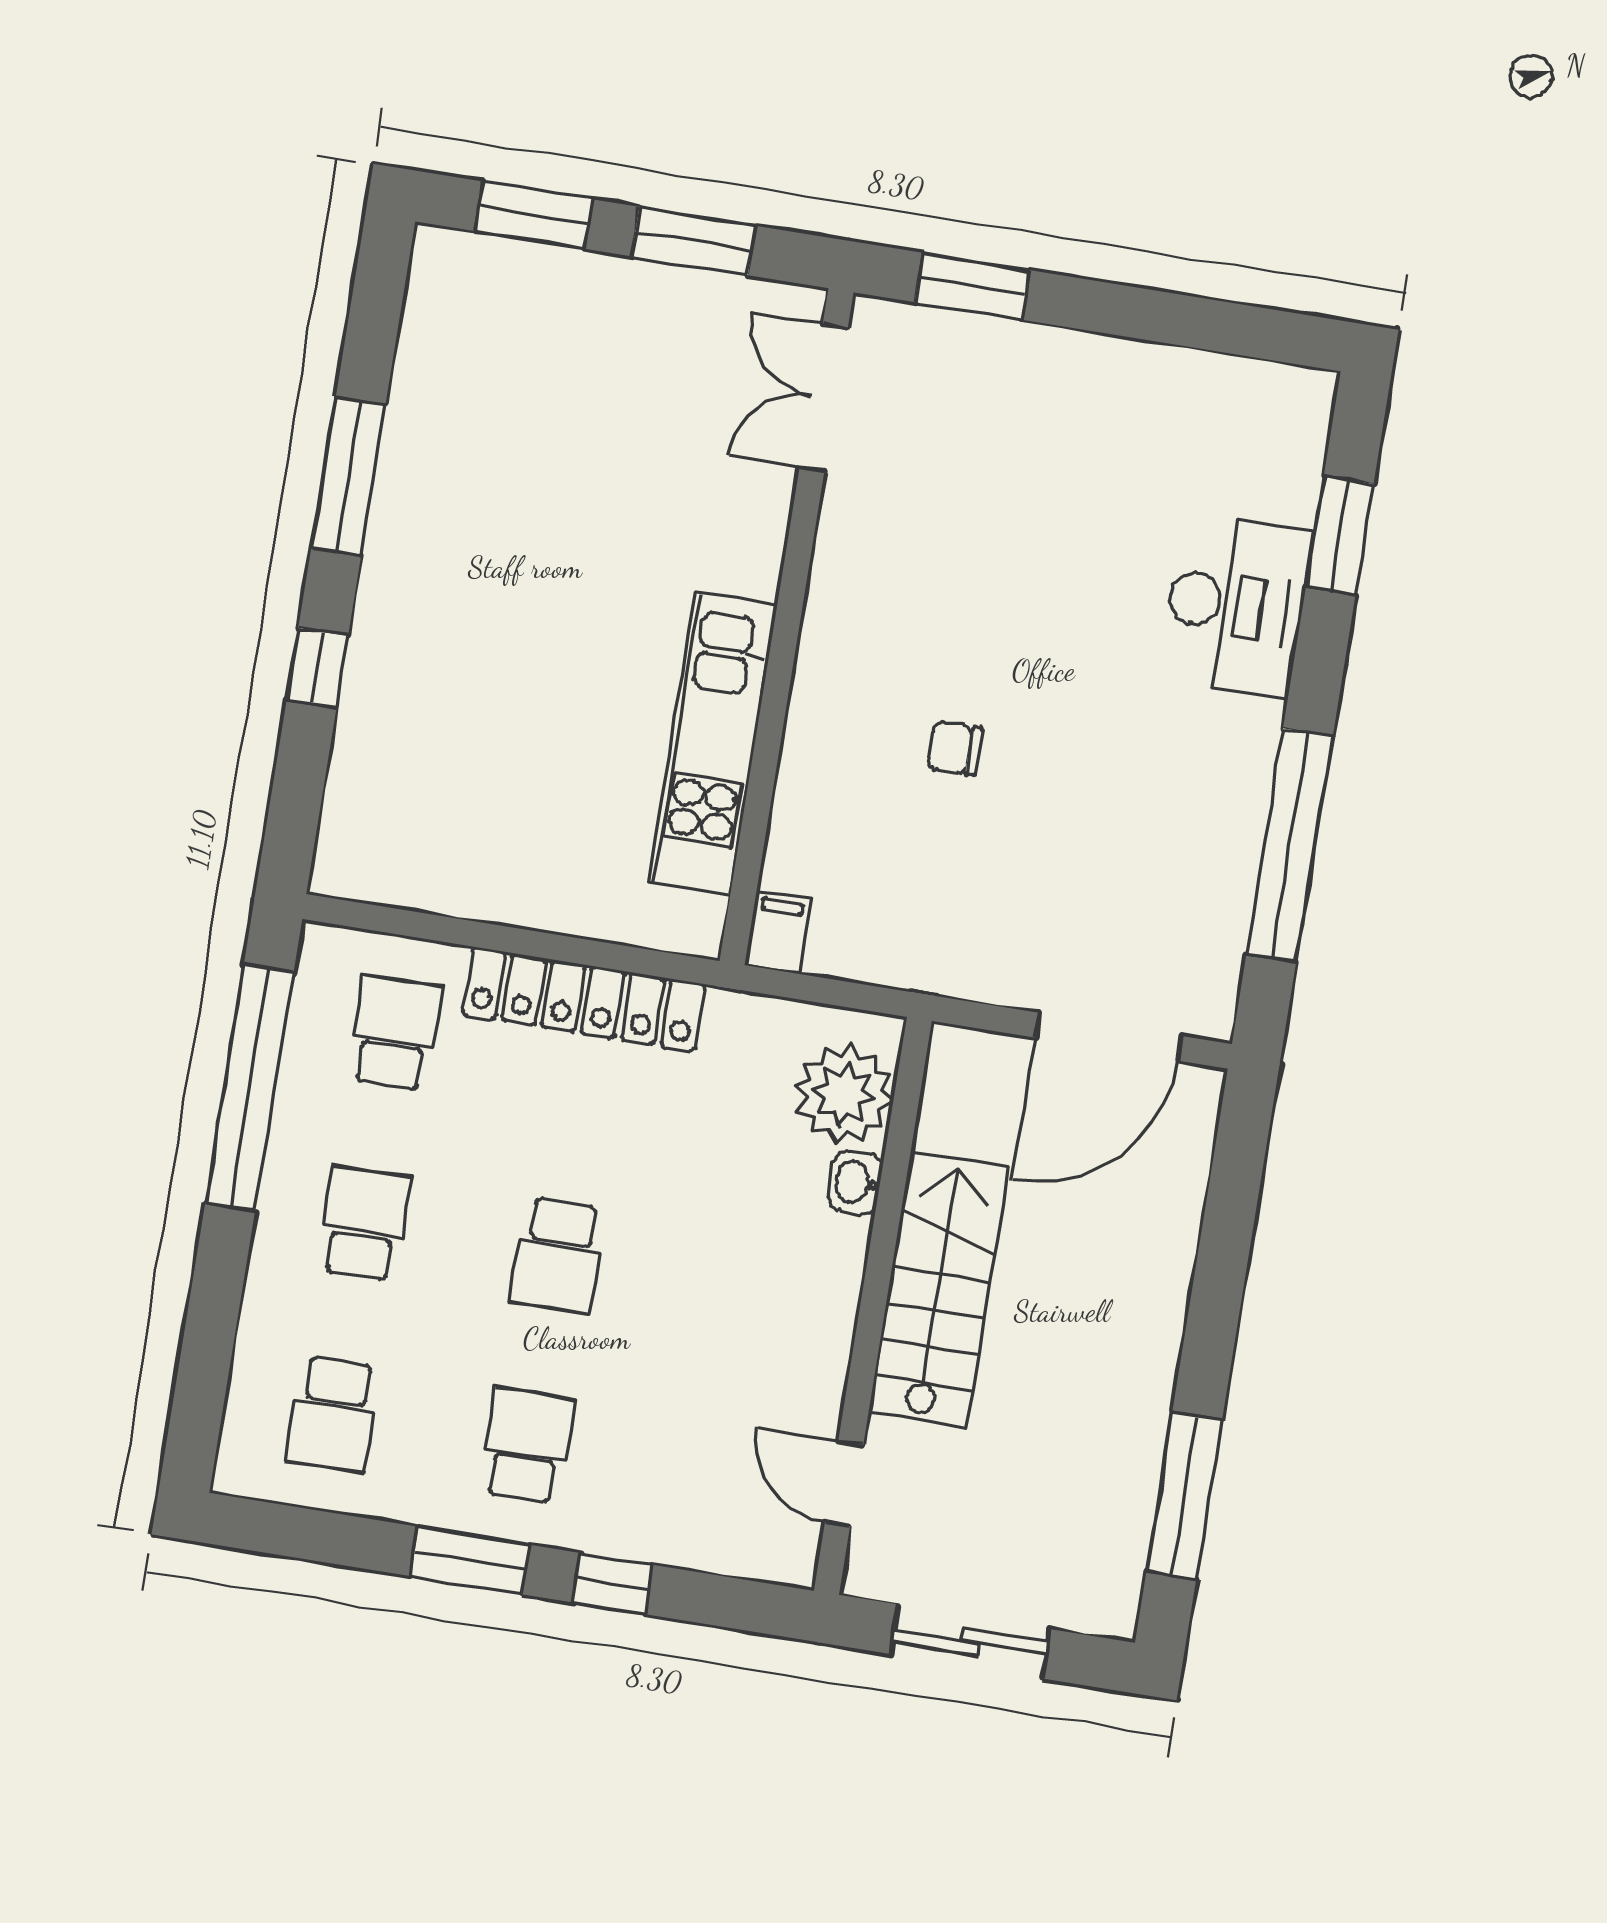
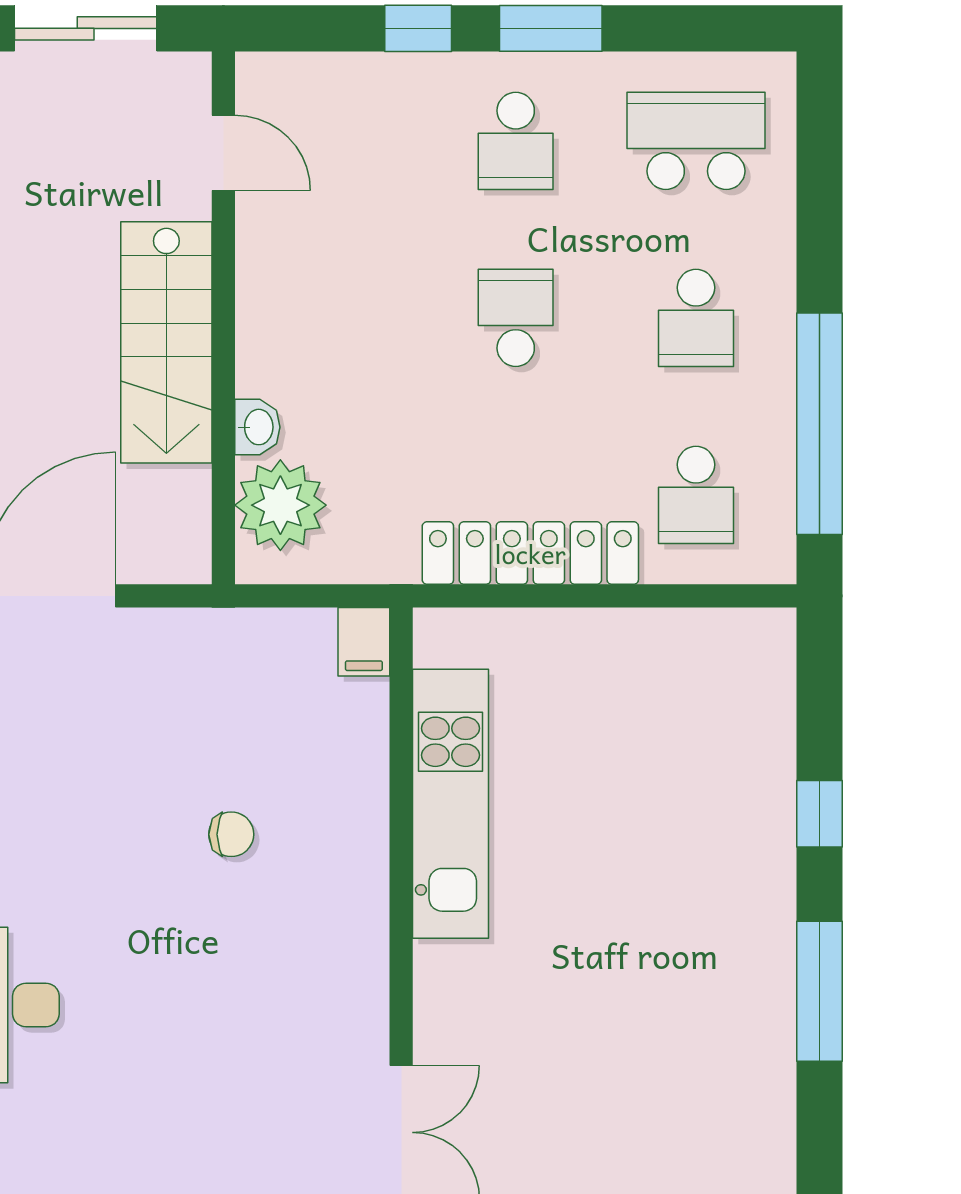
school desk: (333, 1414) -> (696, 141), width x1.85

